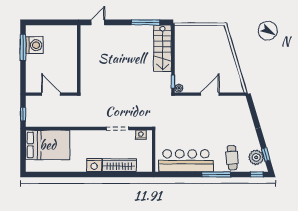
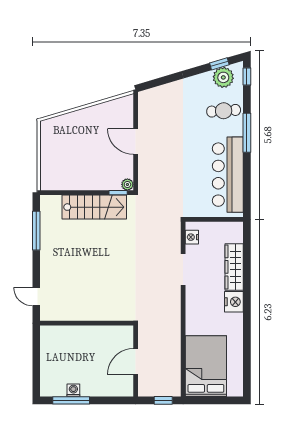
washing machine: (34, 45) -> (73, 390), width x0.53, depth x0.53
stairs: (163, 48) -> (94, 207), moved

